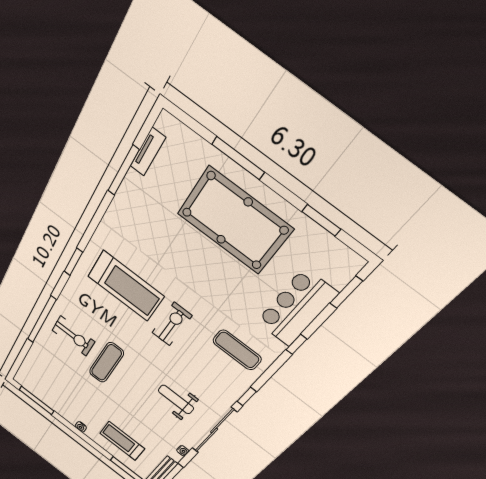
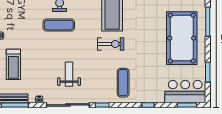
bar counter: (296, 308) -> (185, 92), moved
treadmill: (122, 441) -> (13, 64), turned 180

